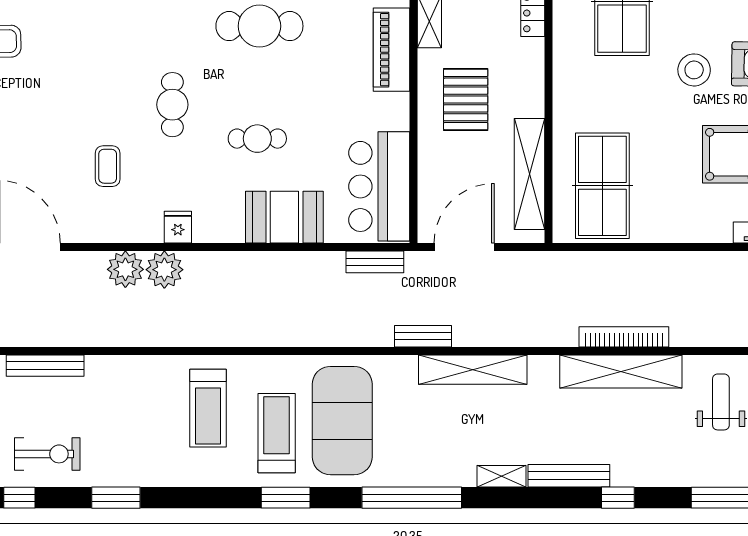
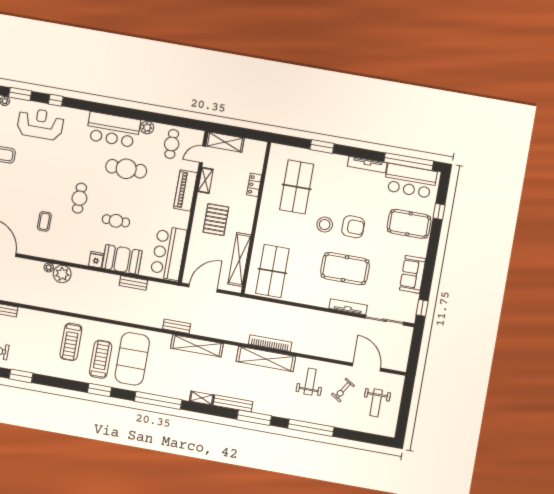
fridge: (178, 227) -> (96, 260), moved
bench: (375, 262) -> (133, 283), moved
plant: (125, 269) -> (49, 267), width x0.53, depth x0.53
window: (618, 498) -> (254, 418), width x2.17

